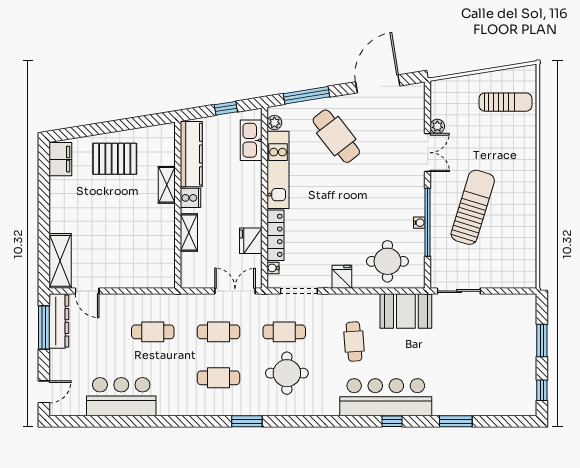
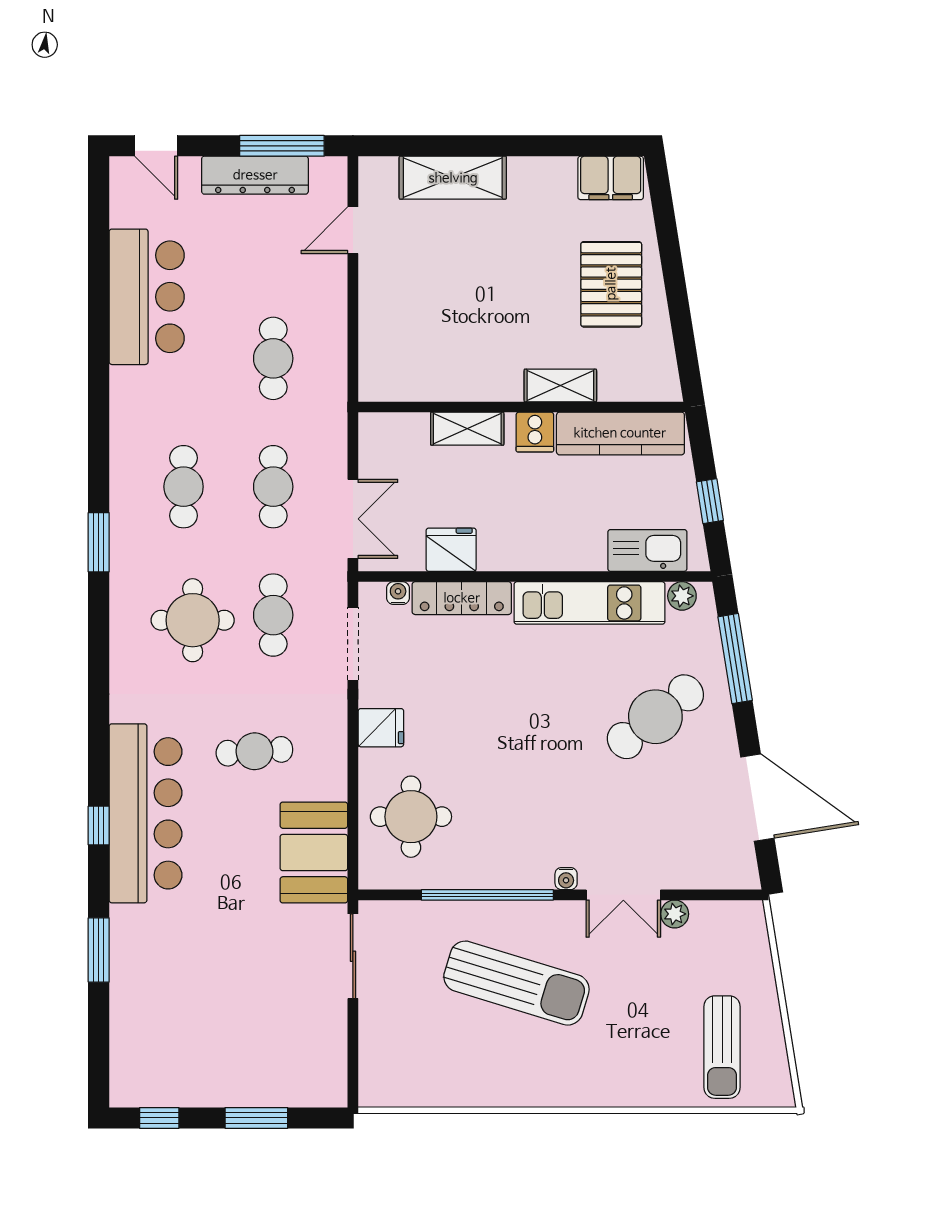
water cooler: (419, 223) -> (566, 879), moved
shelving: (60, 261) -> (453, 178), moved
dresser: (59, 321) -> (255, 175), moved

